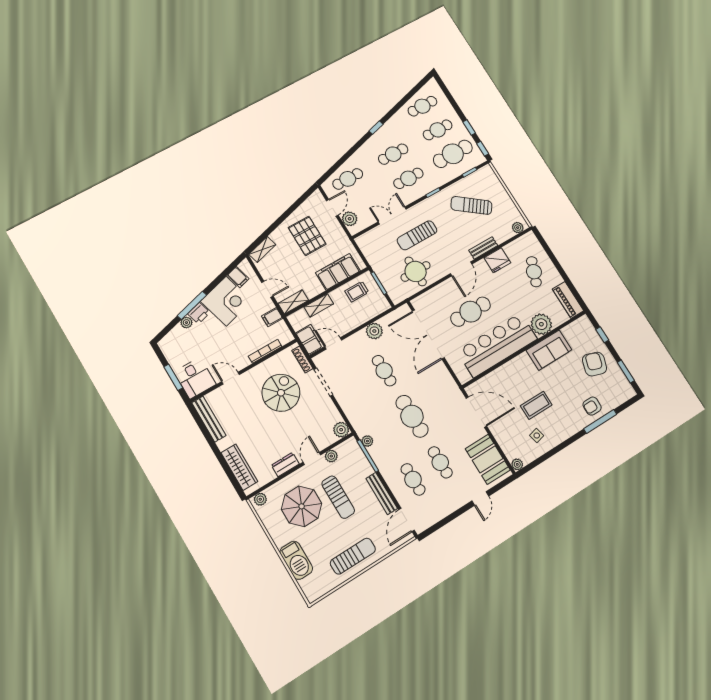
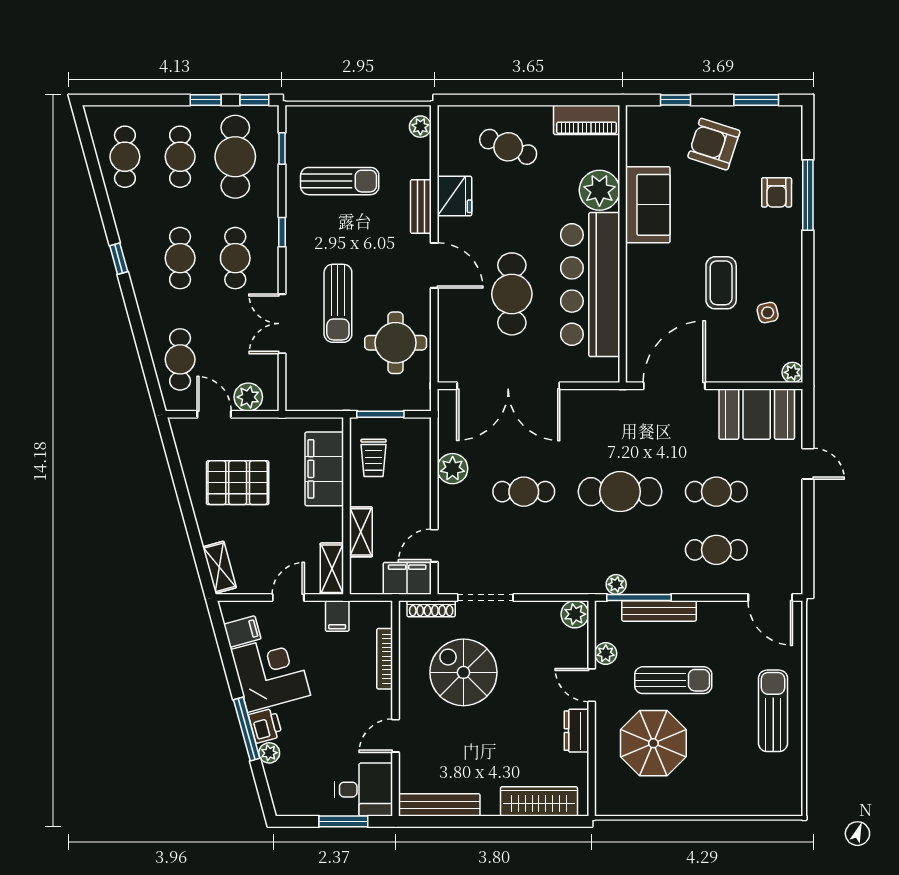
sun lounger: (471, 205) -> (340, 181), turned -127
bench: (382, 493) -> (659, 611), moved
plant: (260, 499) -> (606, 798), removed
barbecue: (296, 560) -> (727, 798), removed

